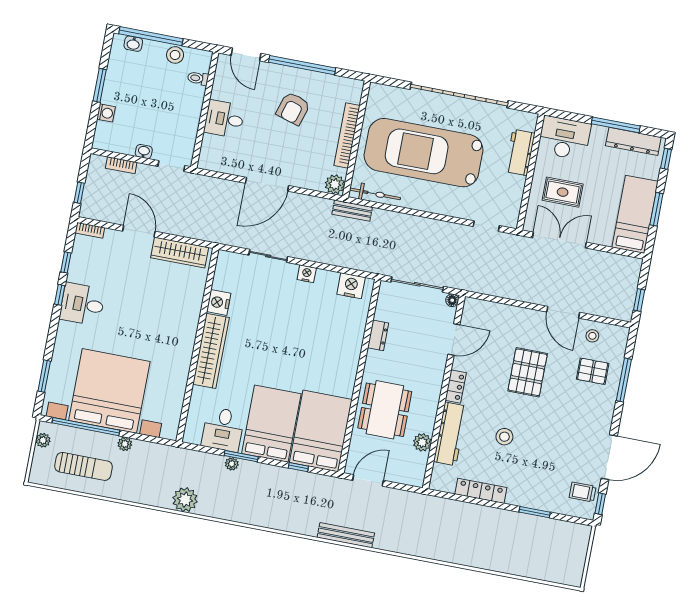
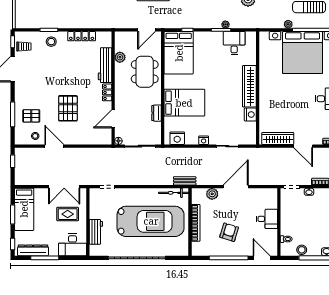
plant: (335, 184) -> (212, 194), moved
bed: (271, 424) -> (184, 103), moved, turned -90
stool: (504, 437) -> (51, 42), moved

